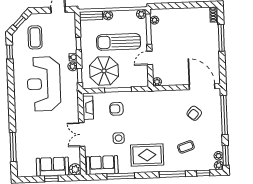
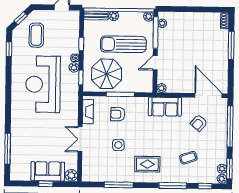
rug: (147, 155) -> (147, 164), width x0.73, depth x0.70
sofa: (102, 165) -> (165, 107), moved, turned 180

